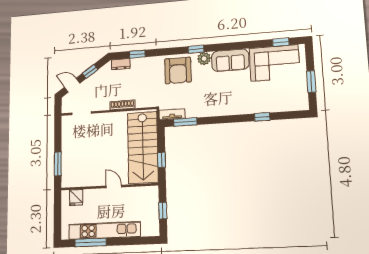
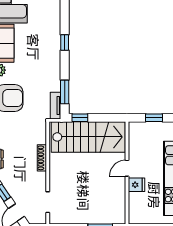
window: (262, 117) -> (65, 43), moved
window: (162, 160) -> (80, 118), moved
fridge: (76, 198) -> (136, 185), moved

